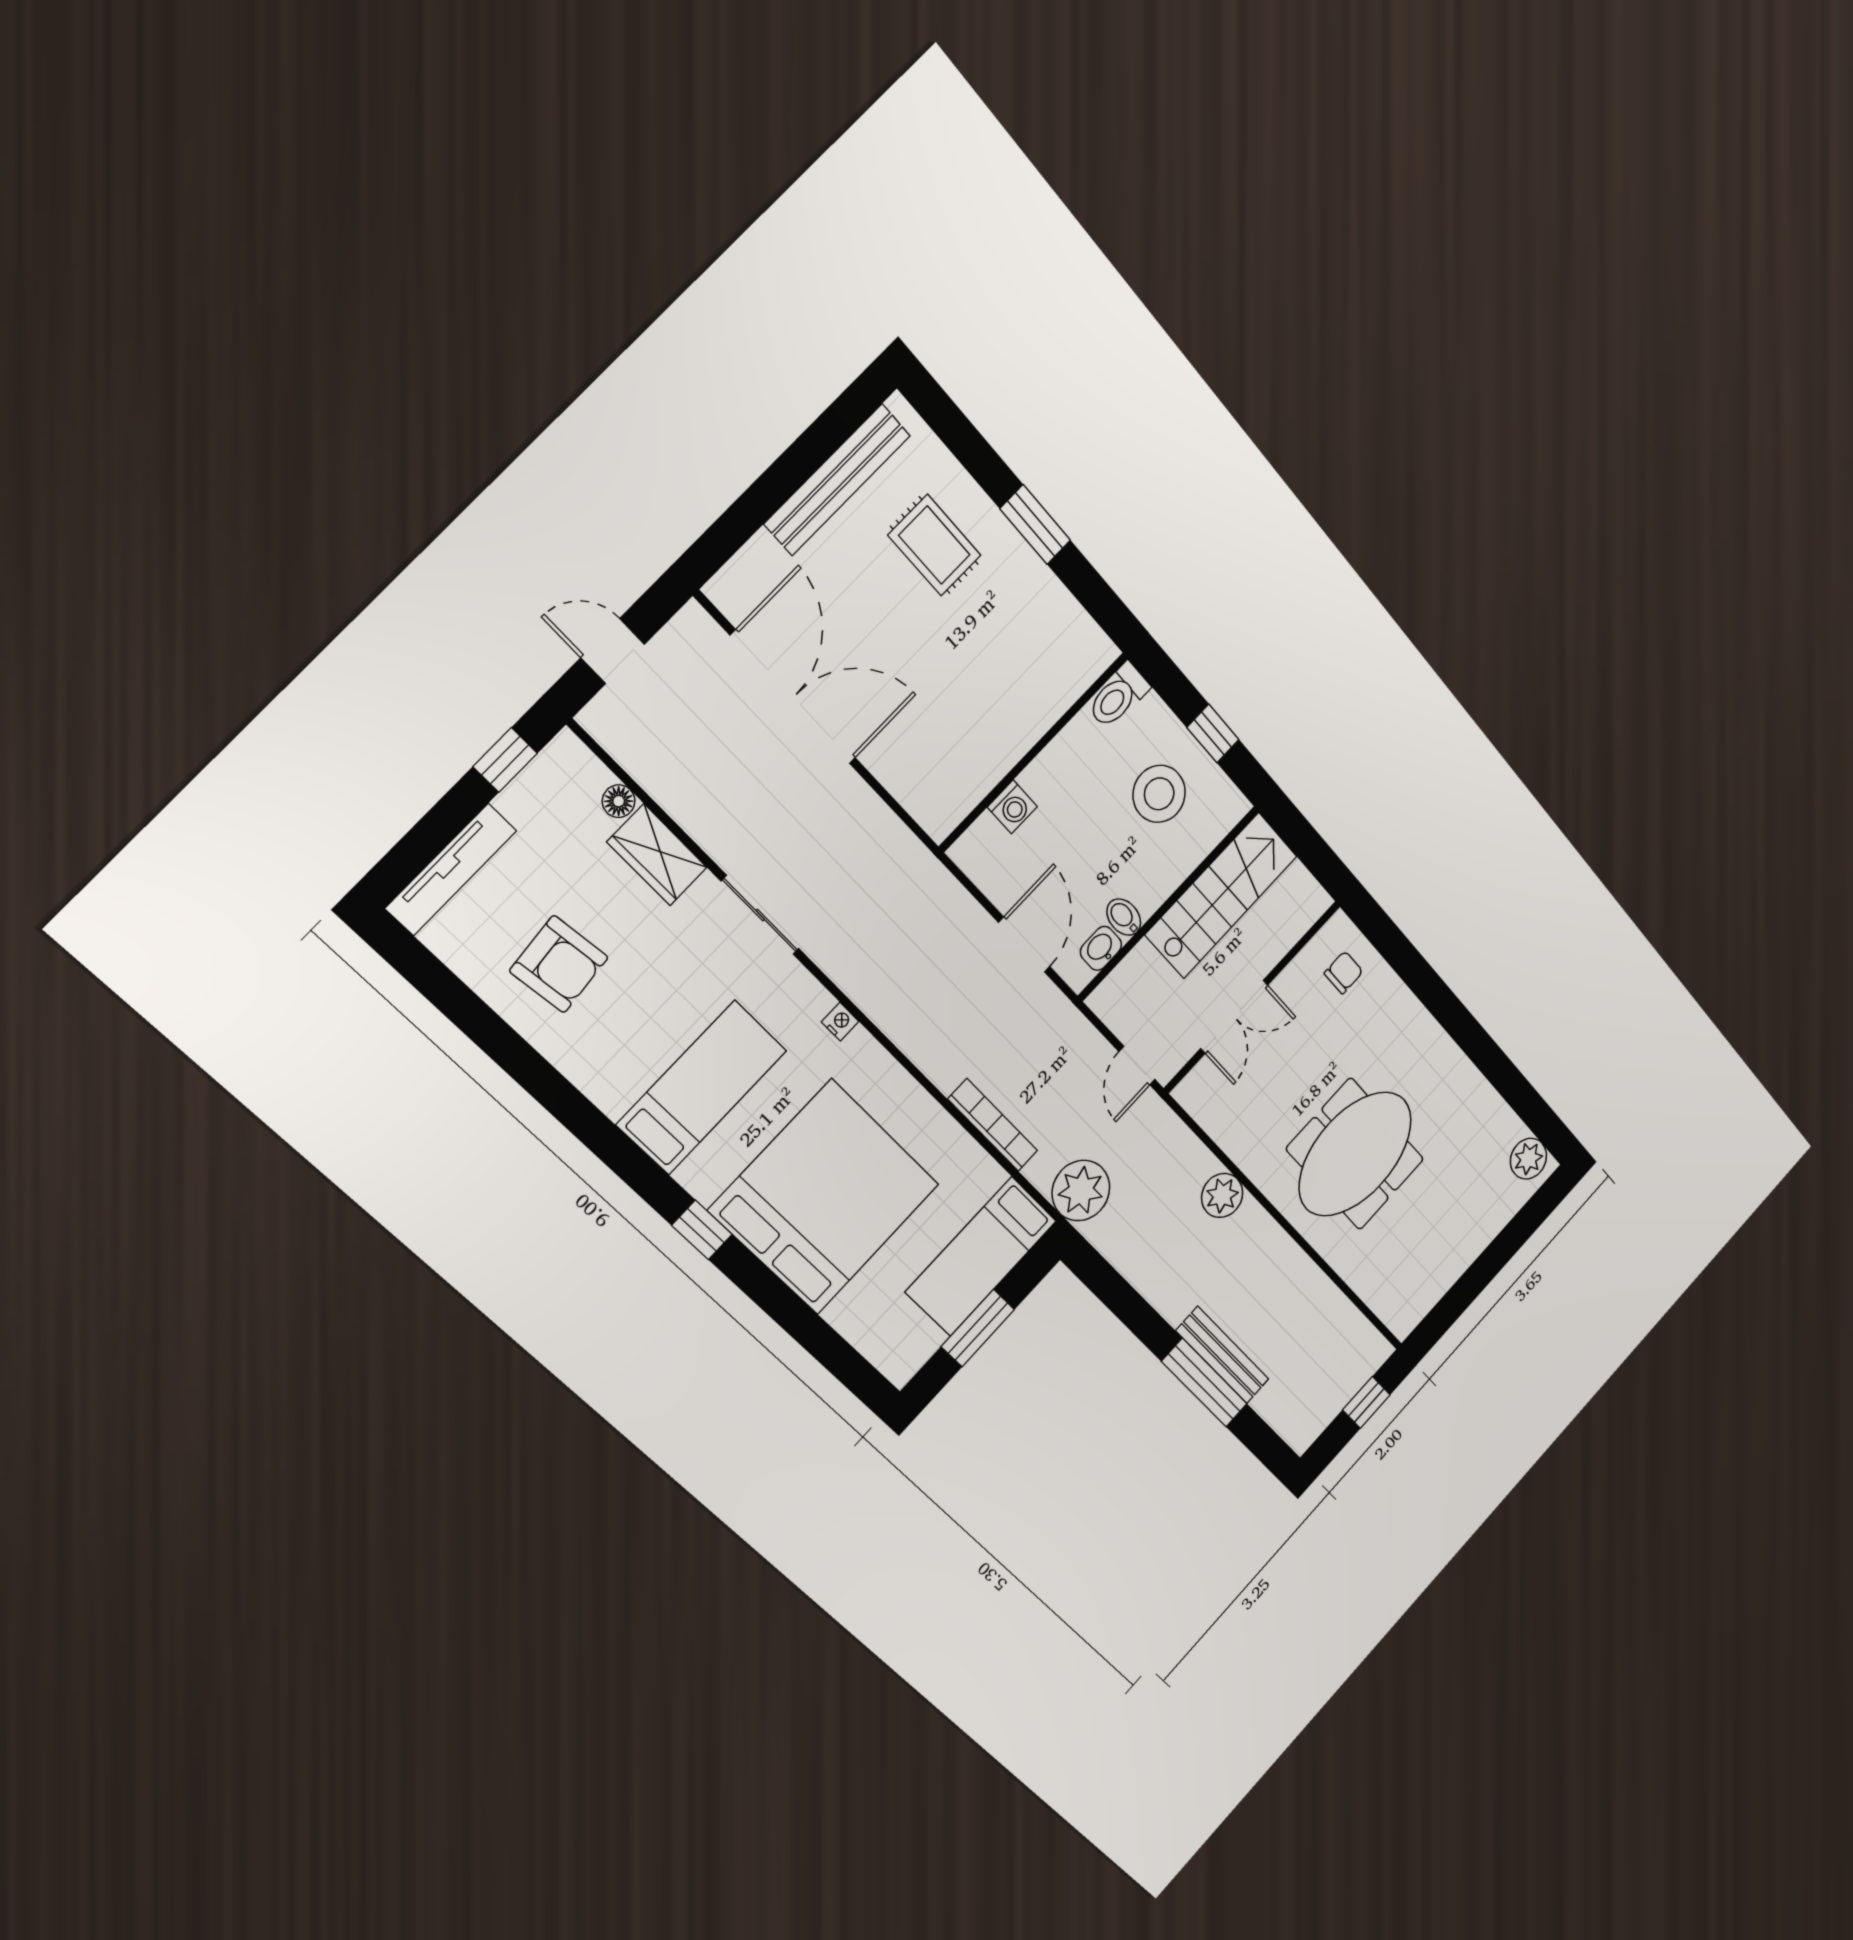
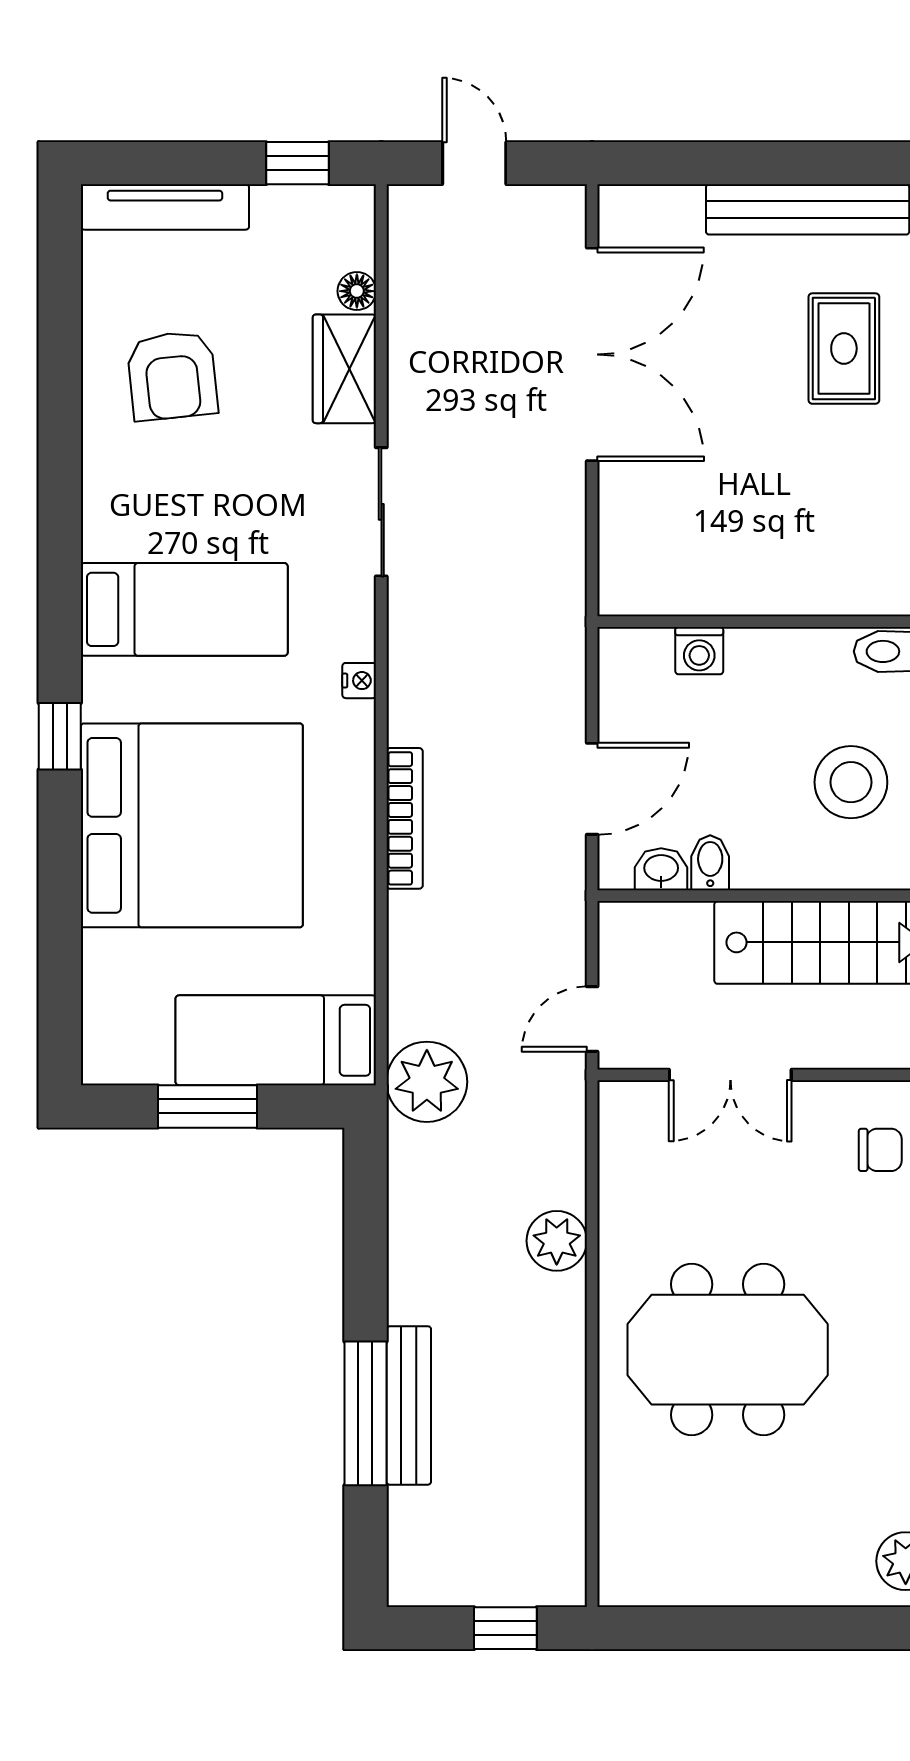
bookcase: (993, 1125) -> (405, 818), moved

